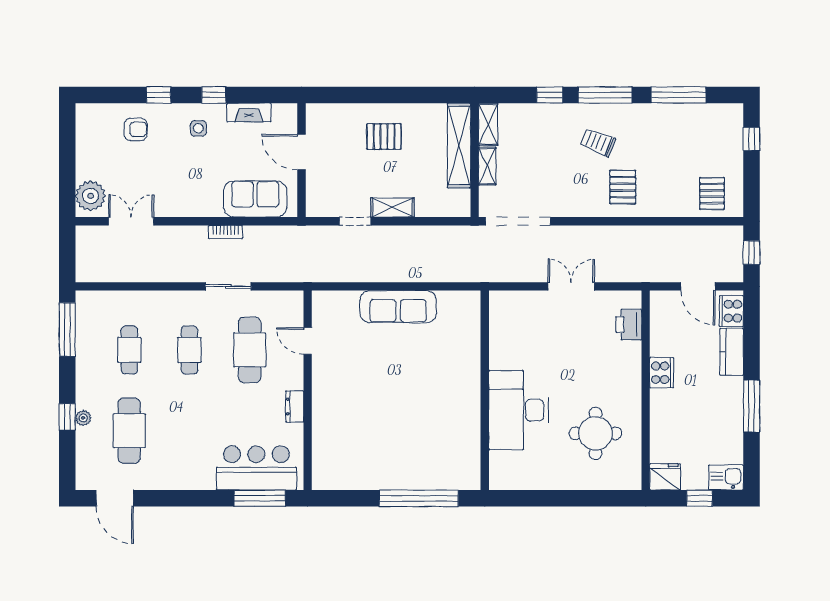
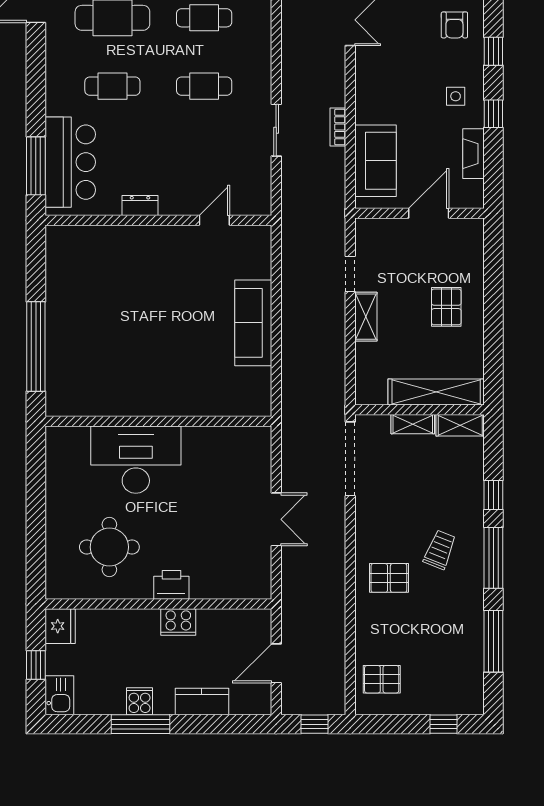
cooker: (731, 311) -> (140, 701), moved, width x0.73
printer: (629, 325) -> (171, 585), moved
cafe table: (250, 350) -> (112, 86), moved, width x0.73, depth x0.74

